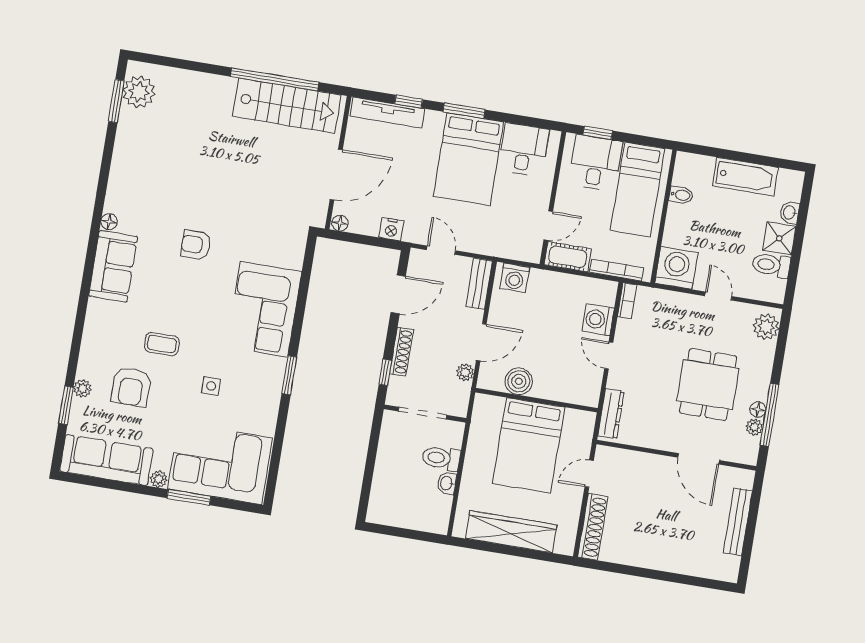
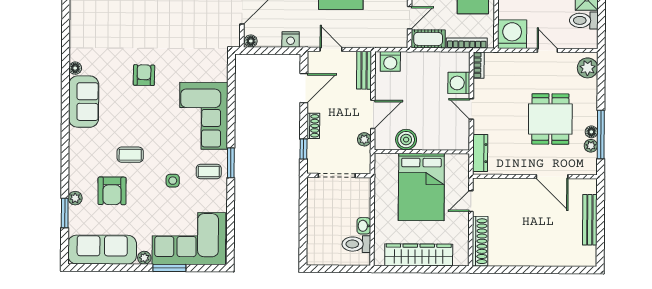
armchair: (196, 245) -> (144, 75), turned 91
shoe rack: (401, 352) -> (313, 126), width x0.70
coffee table: (259, 382) -> (209, 171), added
toilet: (441, 458) -> (356, 244), moved

